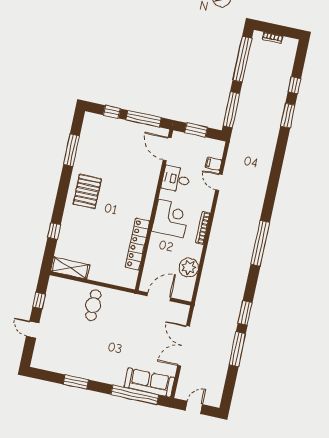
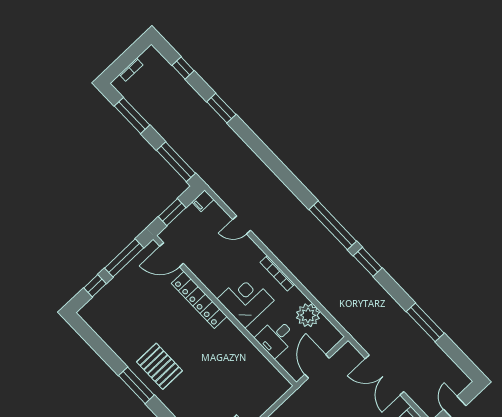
window: (242, 59) -> (132, 116), width x0.68
window: (294, 85) -> (183, 68), moved
window: (72, 150) -> (136, 385), moved
filing cabinet: (214, 164) -> (203, 201), moved
desk: (176, 179) -> (276, 337), moved
locker: (137, 244) -> (199, 300), moved
window: (245, 313) -> (368, 262), moved

